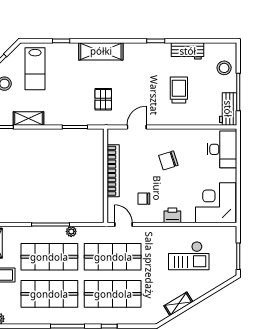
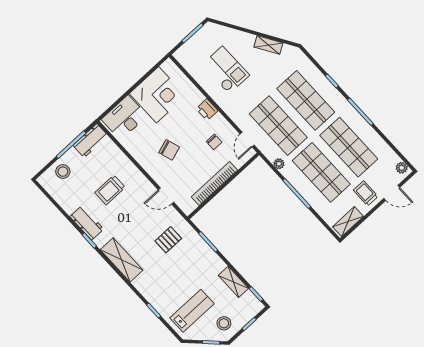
shelving: (101, 51) -> (122, 260), moved
workbench: (188, 51) -> (87, 223), moved
corner desk: (216, 203) -> (157, 95), moved, turned -90
plant: (71, 231) -> (279, 164), moved

